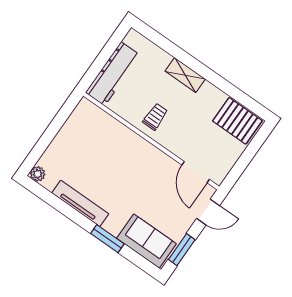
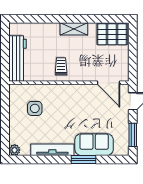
shelving: (185, 75) -> (74, 29), moved
side table: (93, 143) -> (35, 108), added
sofa: (146, 241) -> (94, 145), moved

